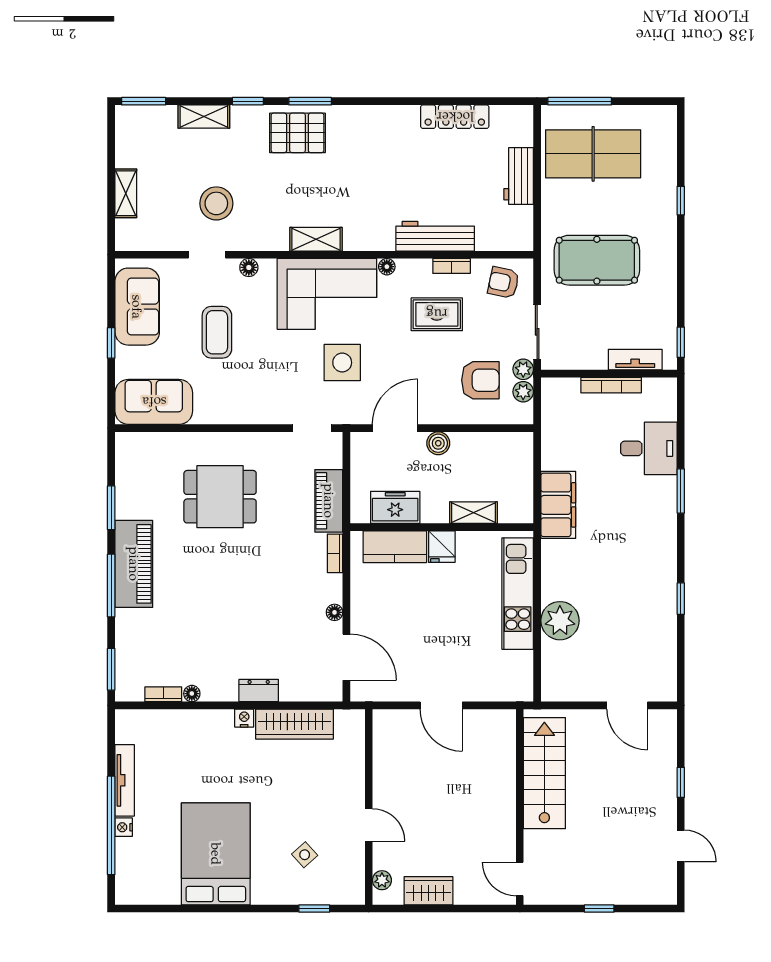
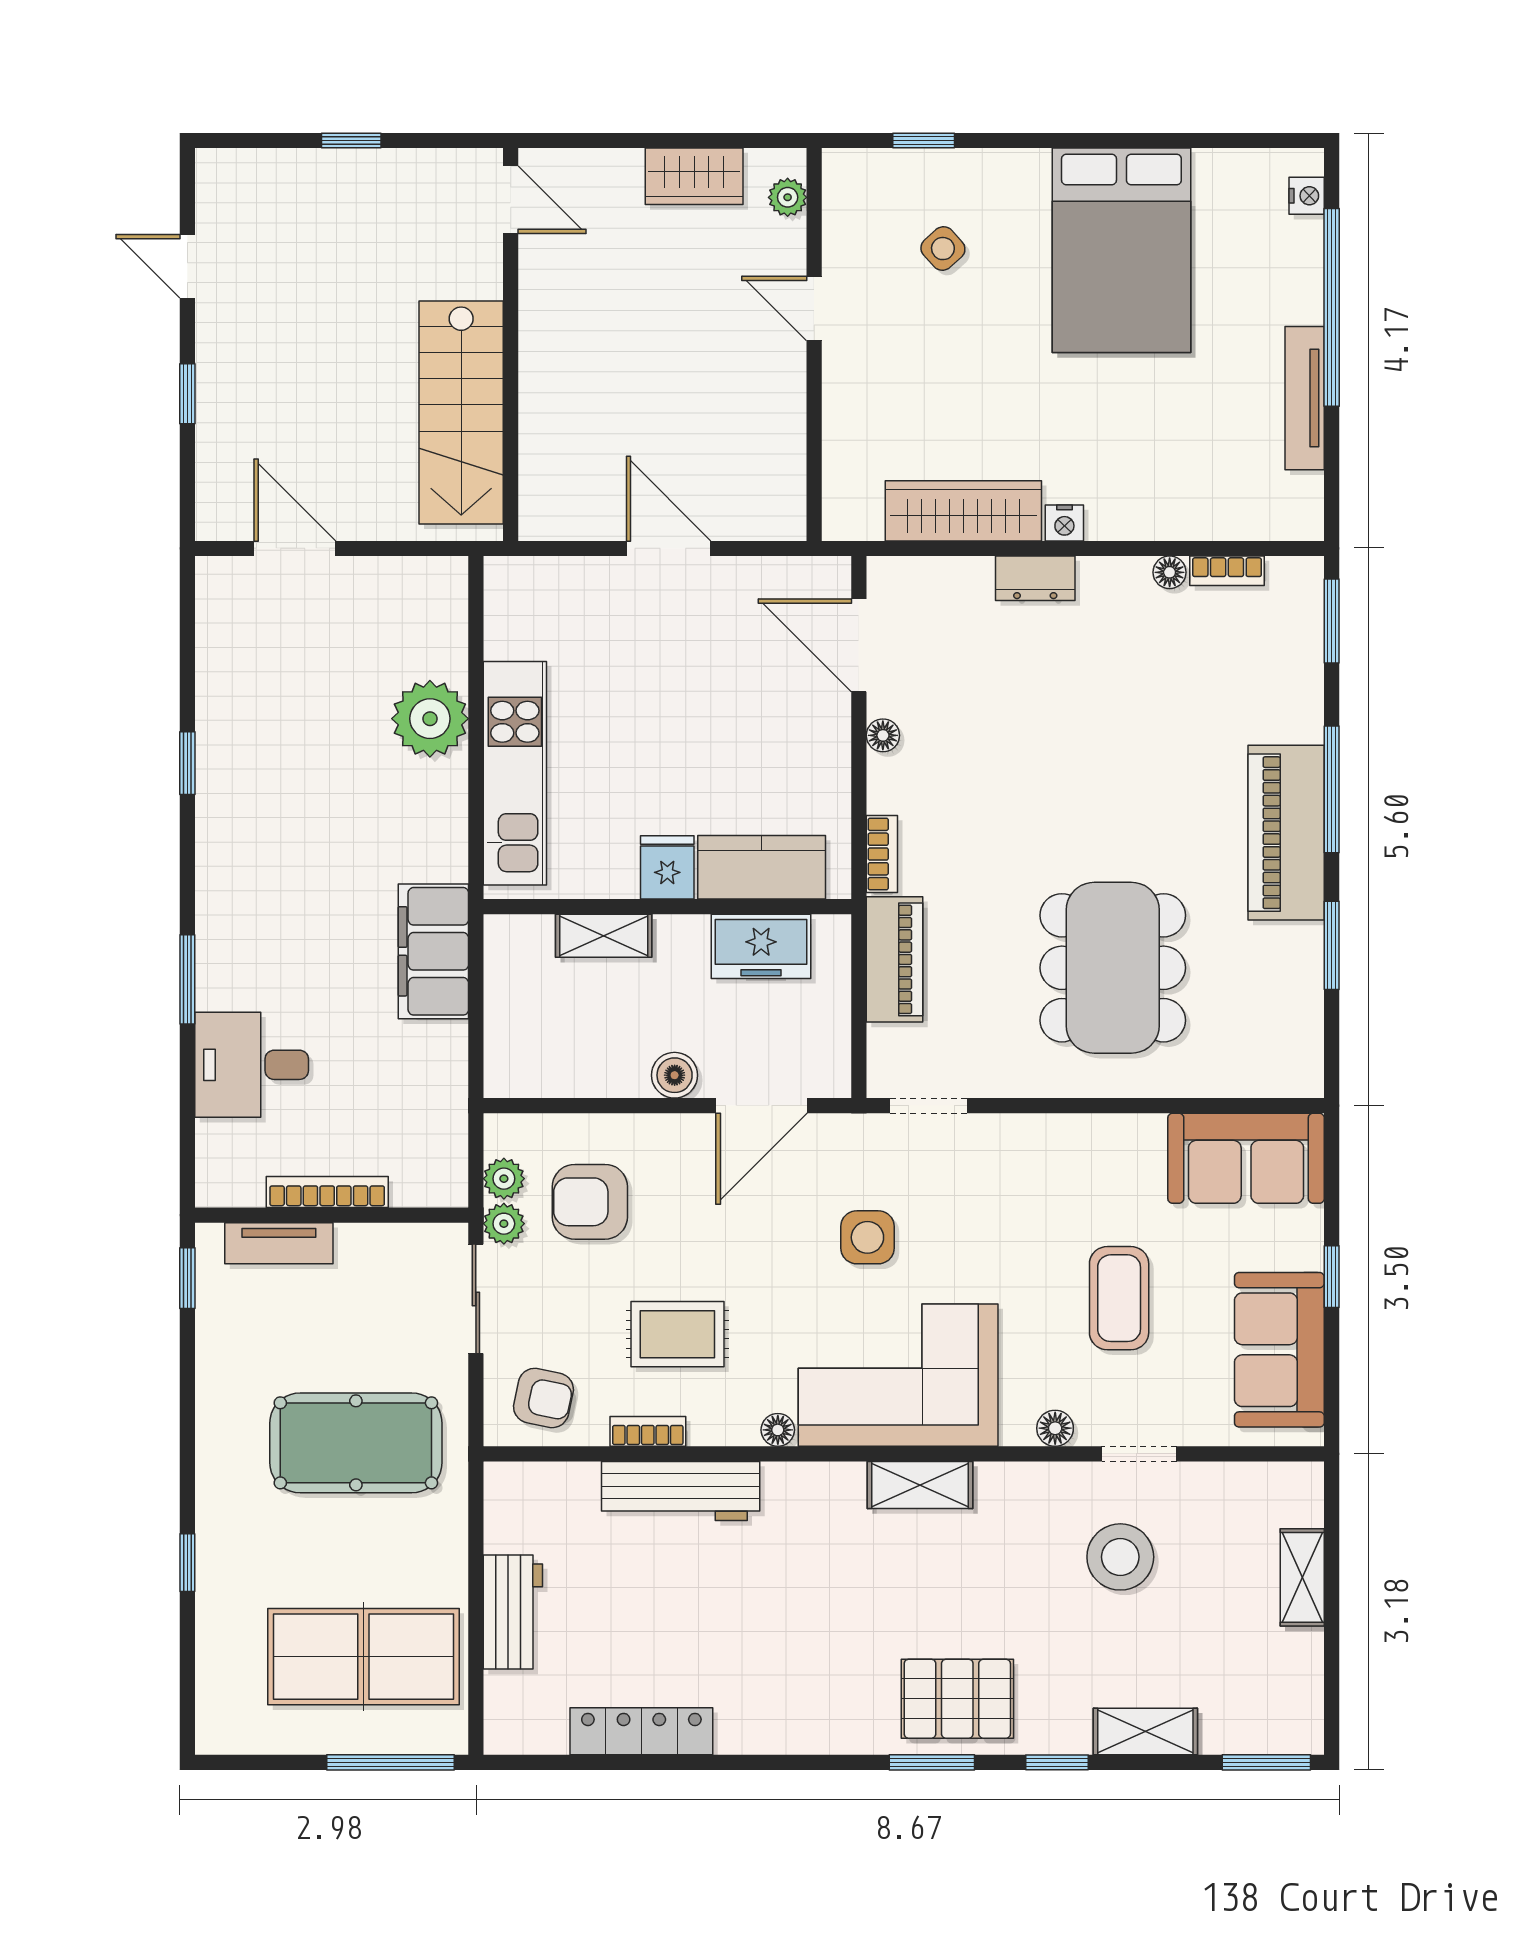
side table: (342, 363) -> (867, 1237), width x0.73, depth x0.73
dining table: (220, 497) -> (1113, 968), width x1.38
nightstand: (124, 827) -> (1307, 196), moved

